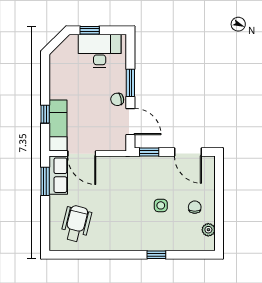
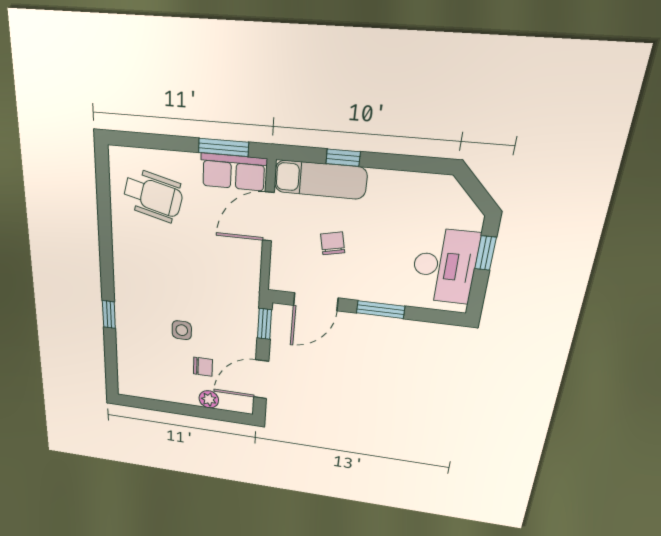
chair: (117, 99) -> (333, 243), moved
chair: (195, 207) -> (203, 367), moved
plant: (208, 230) -> (209, 399), moved

